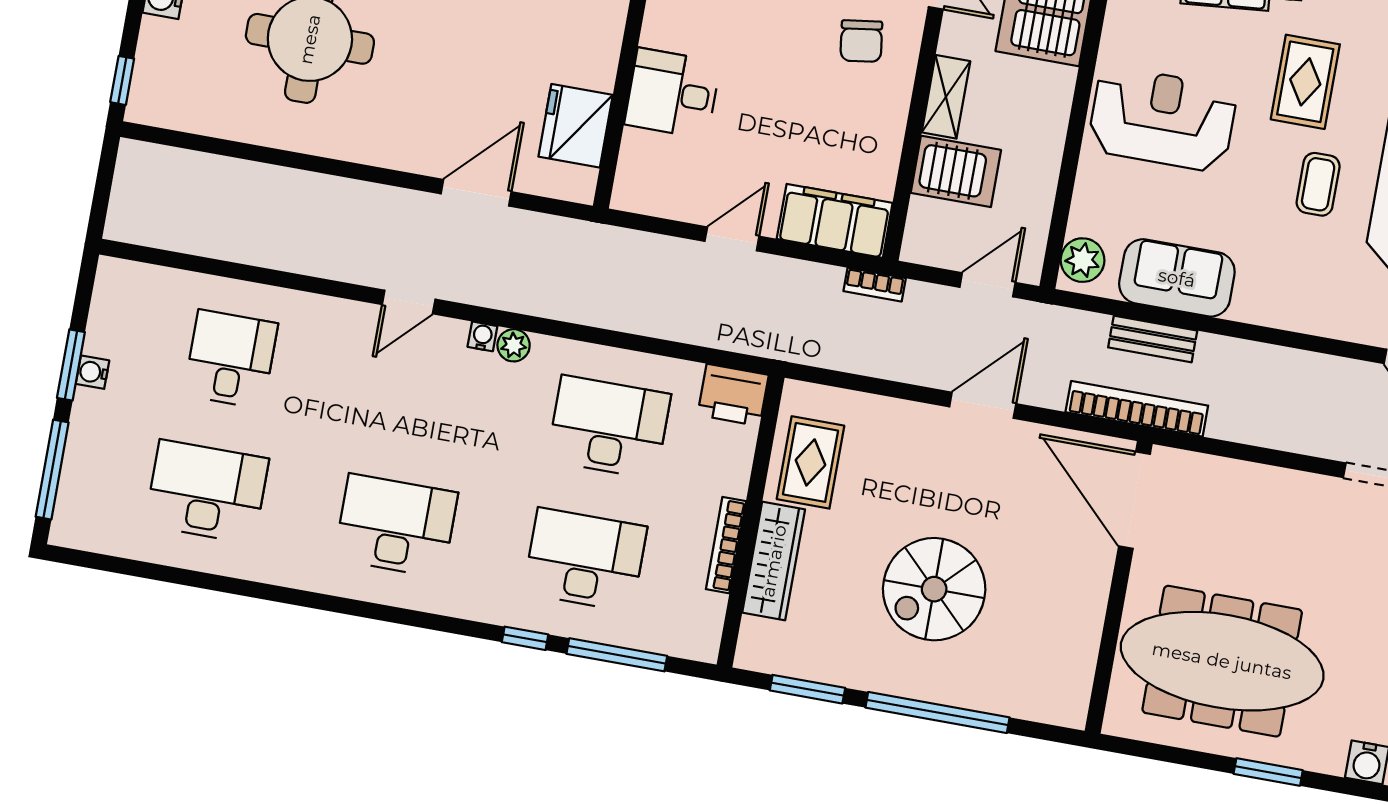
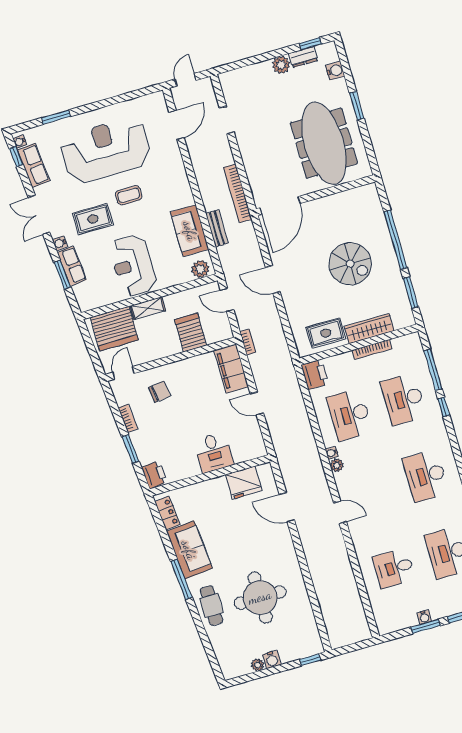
shelving: (946, 97) -> (148, 308), moved
water cooler: (482, 336) -> (332, 453), moved
bookcase: (1137, 409) -> (238, 193), moved

